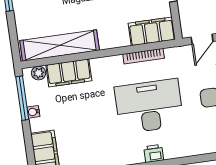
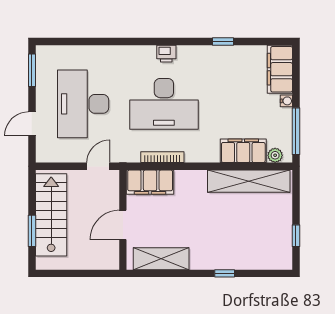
water cooler: (33, 112) -> (286, 101), moved

